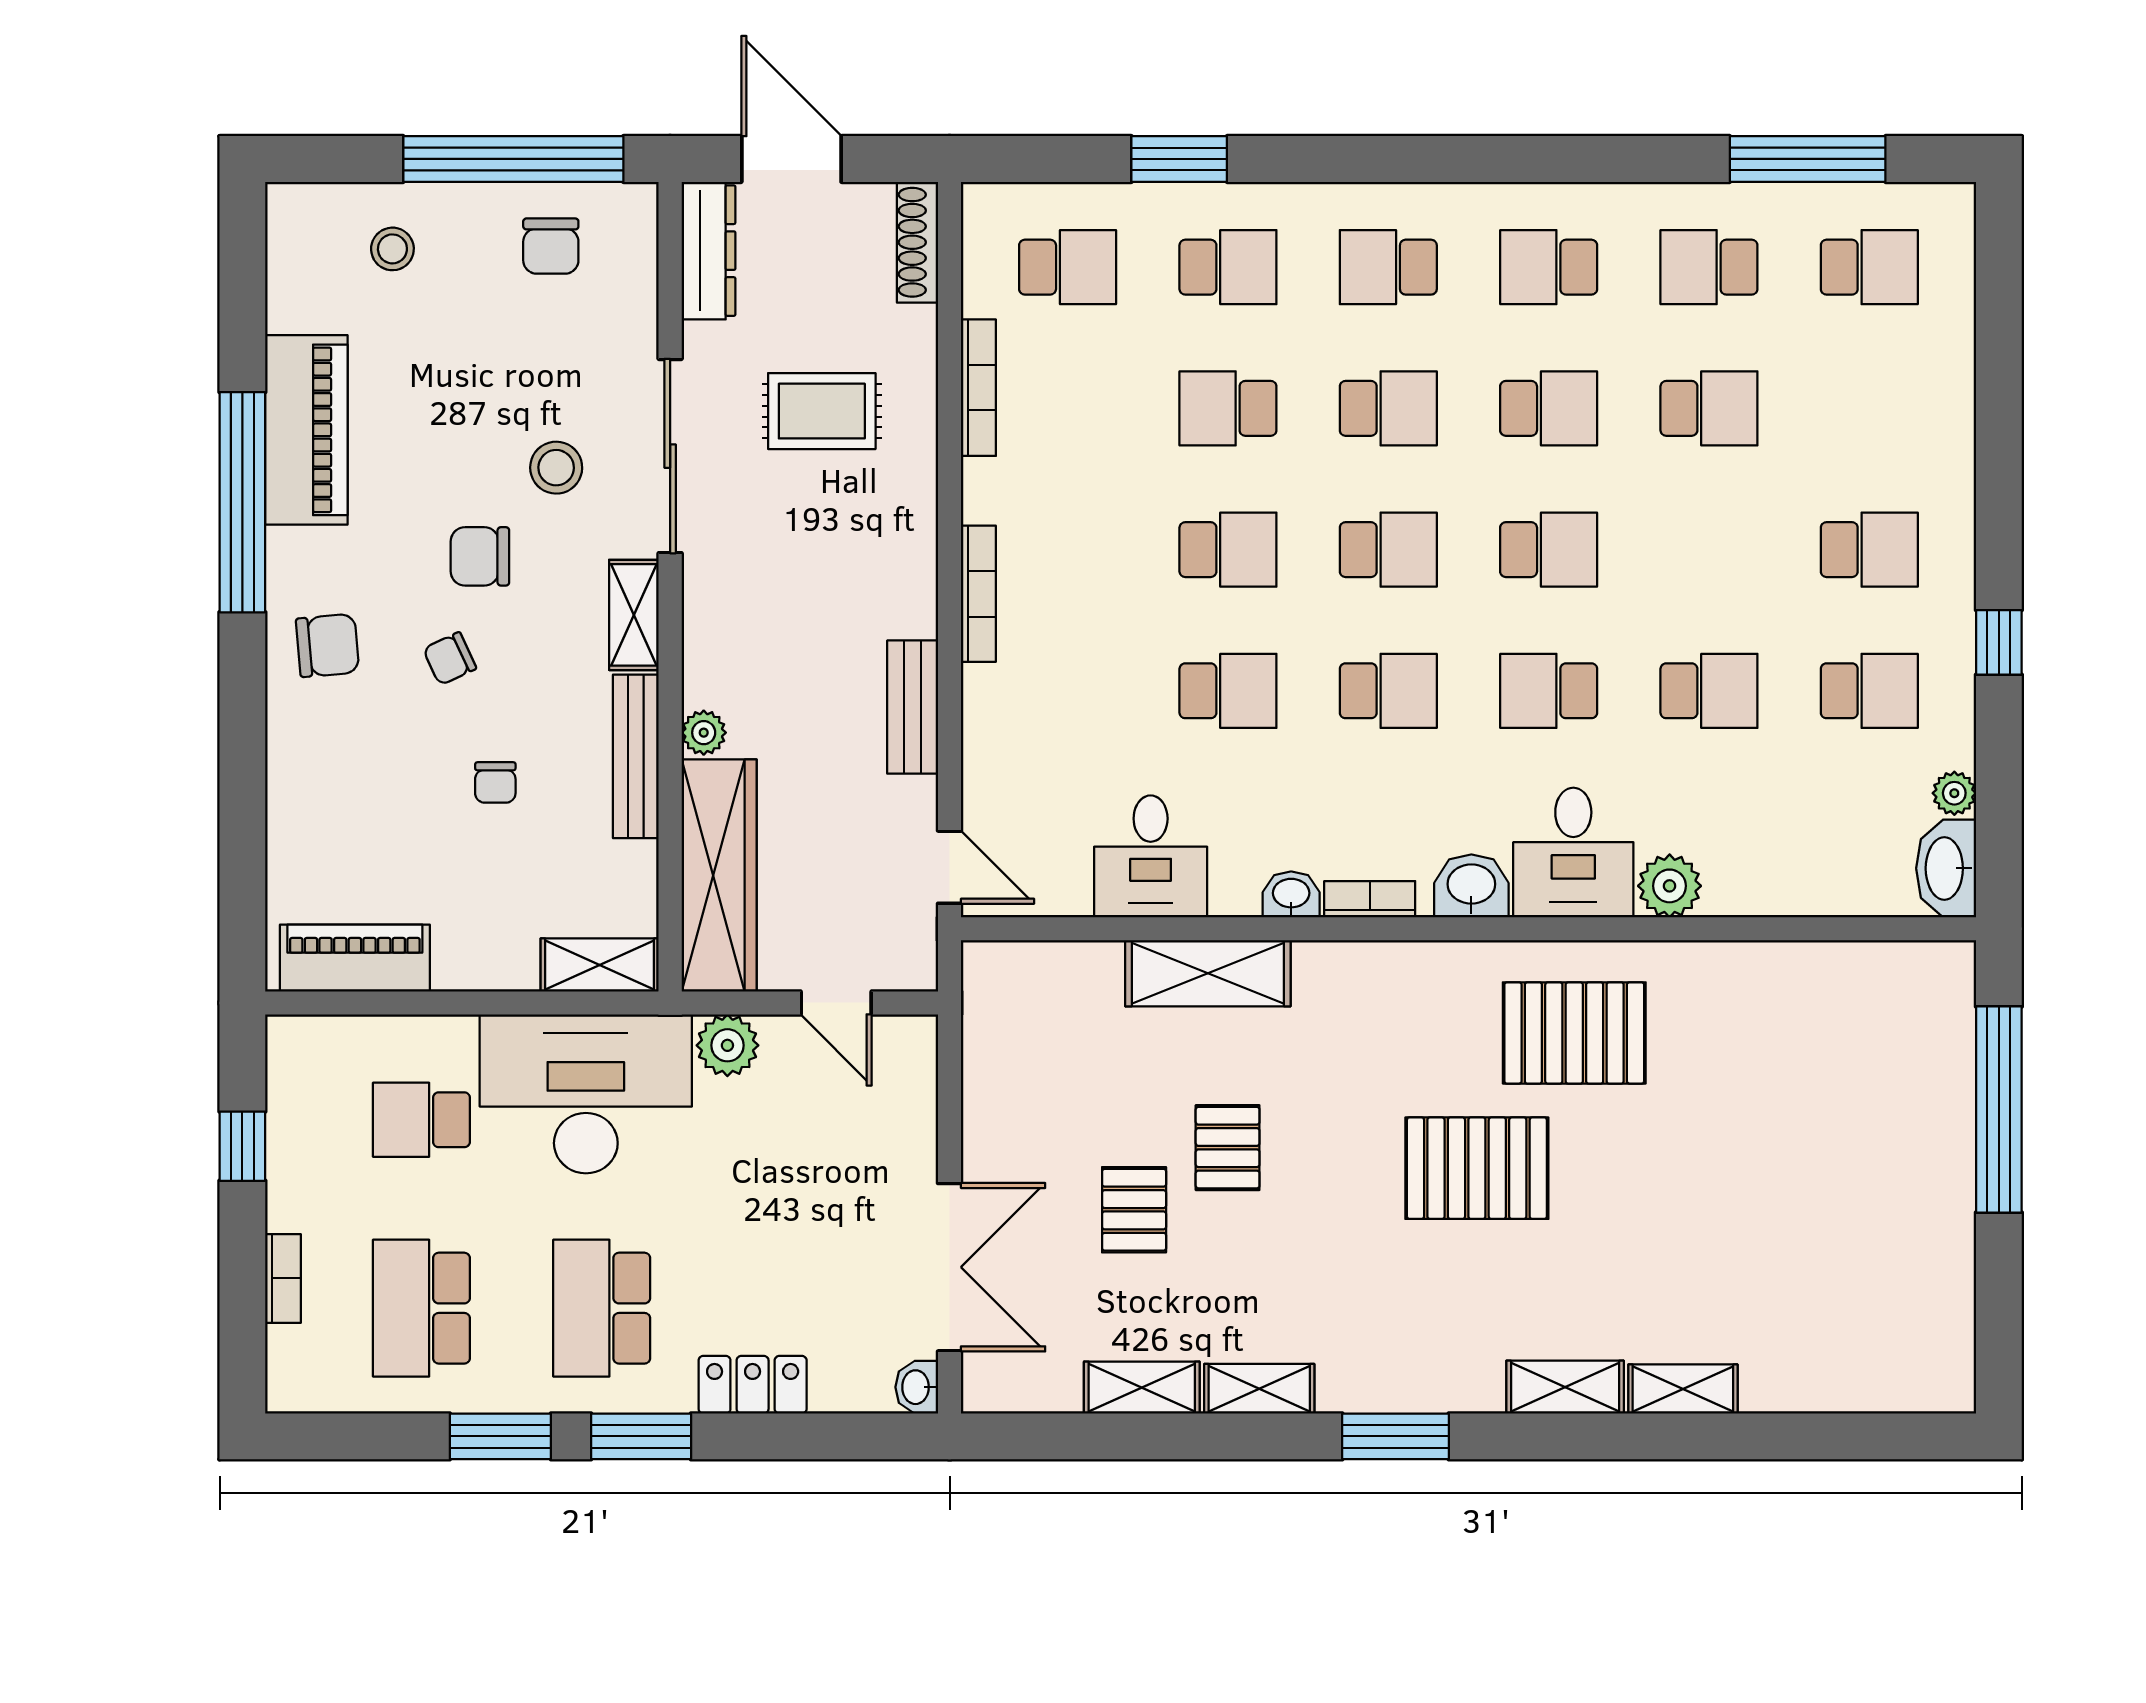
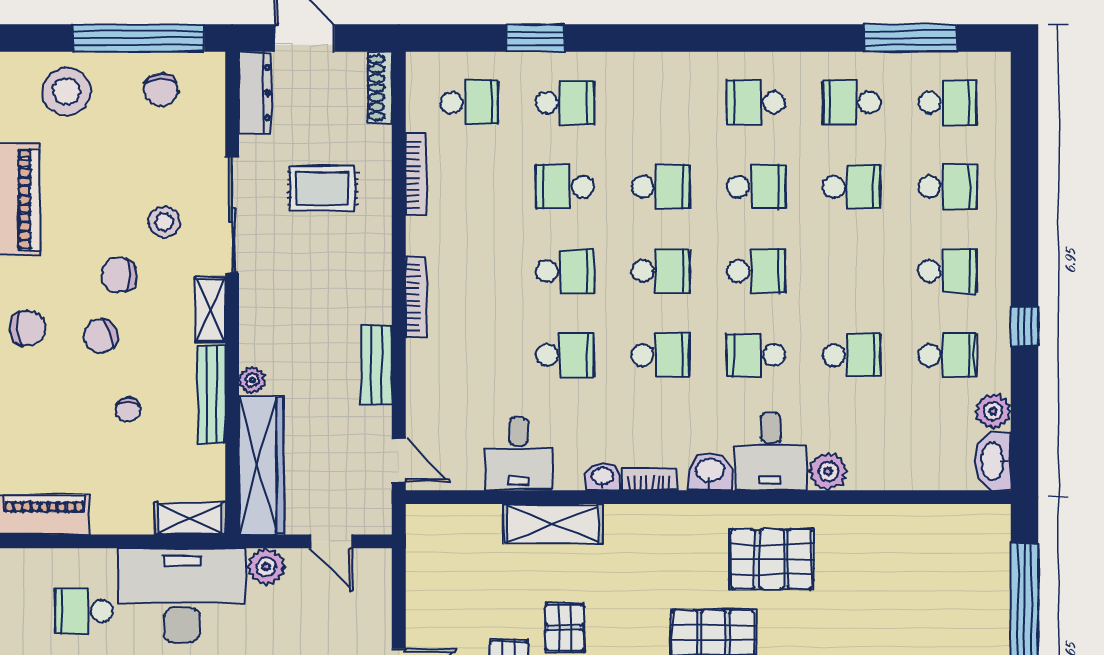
stool: (392, 249) -> (67, 92), width x1.89, depth x1.89
school desk: (1388, 267) -> (947, 187), moved, turned 180
chair: (450, 659) -> (101, 336), width x1.37, depth x1.37
plant: (1954, 793) -> (993, 411), width x1.38, depth x1.38

